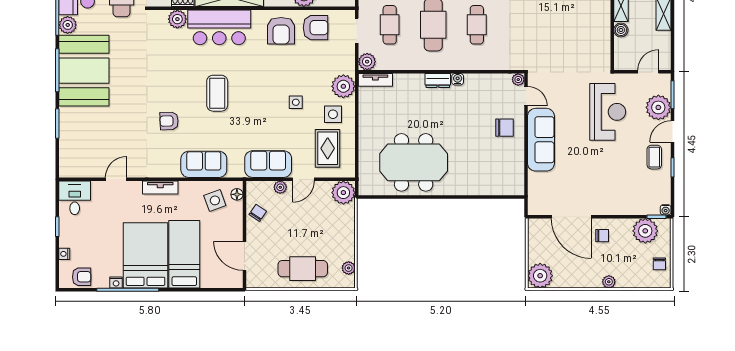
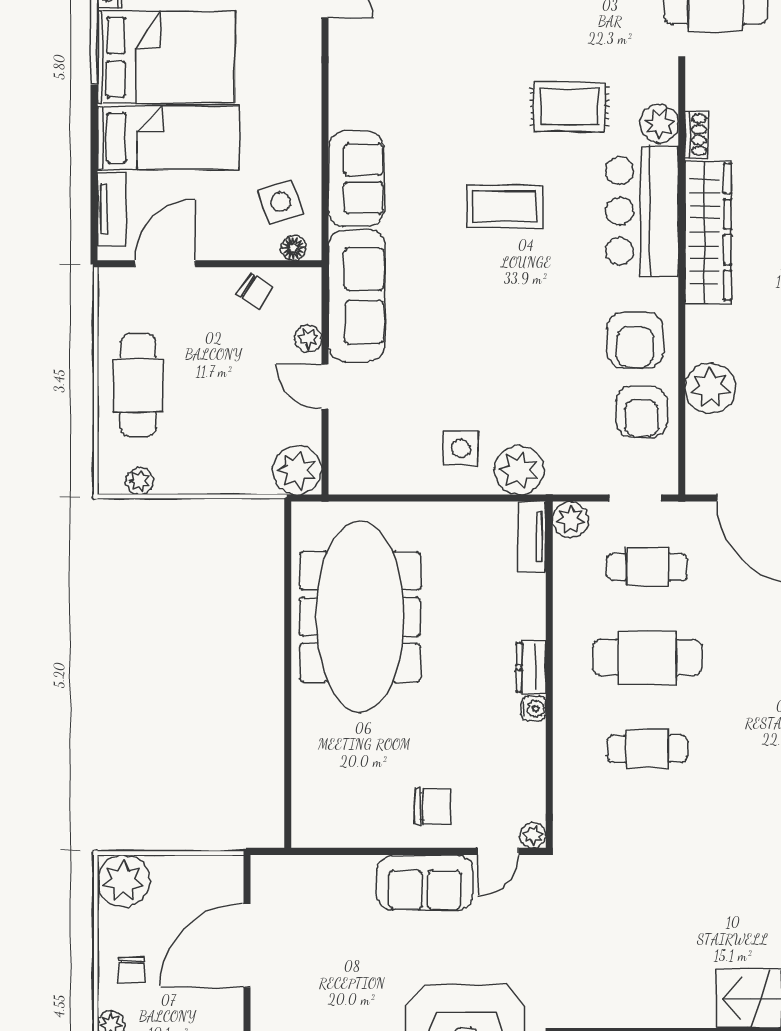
armchair: (281, 31) -> (635, 340), turned -90
side table: (296, 102) -> (486, 371), removed
armchair: (169, 121) -> (447, 106), removed
chair: (504, 128) -> (433, 806), turned -90
sofa: (541, 140) -> (425, 883), width x0.73
rug: (328, 148) -> (569, 107), moved
meeting table: (414, 162) -> (360, 617), width x1.36
sofa: (268, 164) -> (357, 295), width x1.36
tv unit: (160, 188) -> (111, 209), moved, turned 180
chair: (602, 236) -> (131, 970), moved

